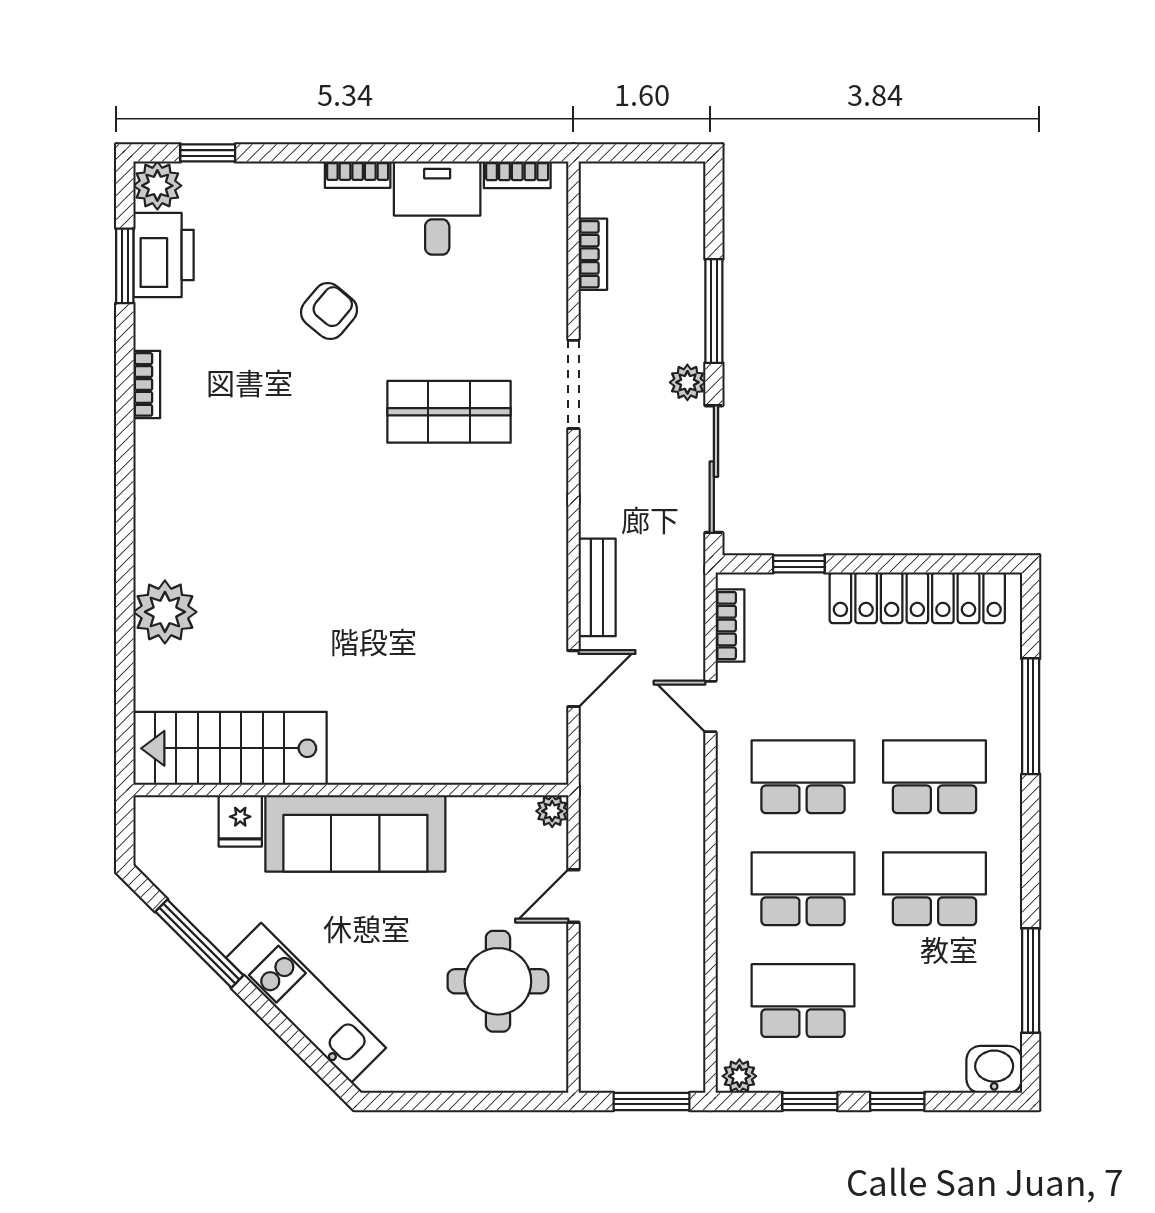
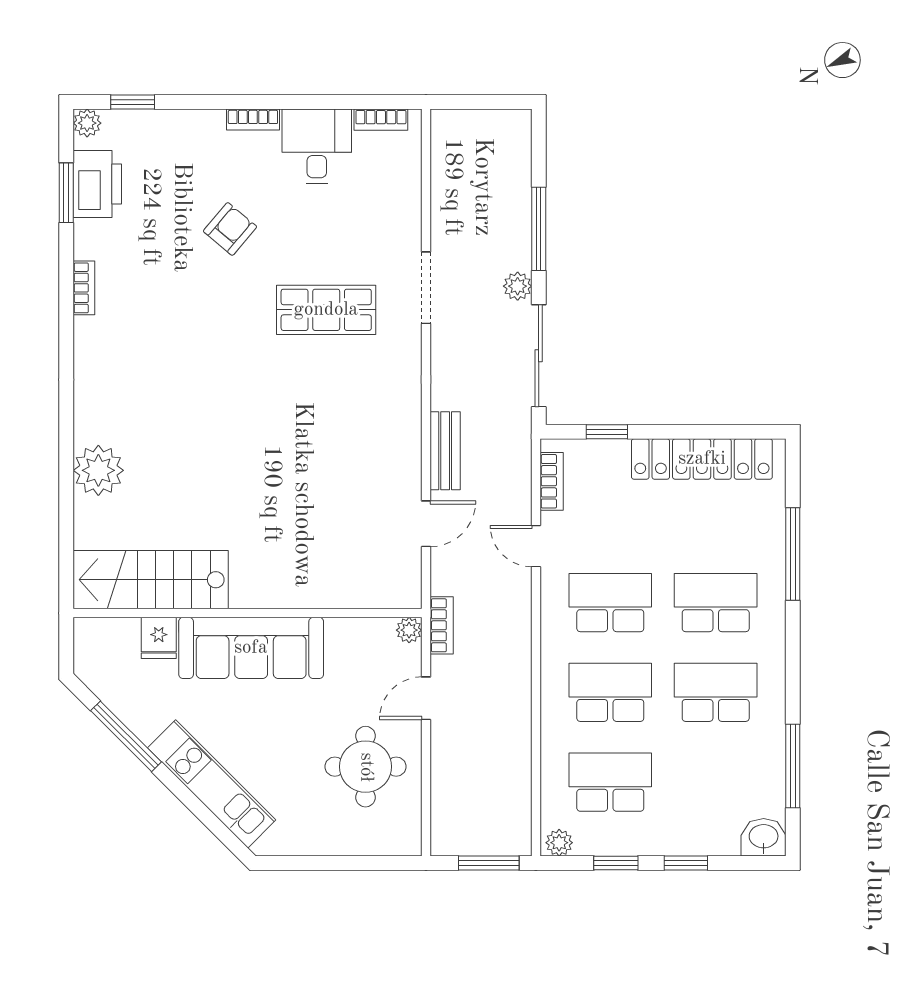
plant: (157, 186) -> (87, 123), width x0.73, depth x0.73
bookcase: (593, 254) -> (442, 625), moved

